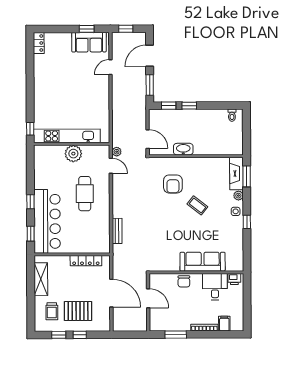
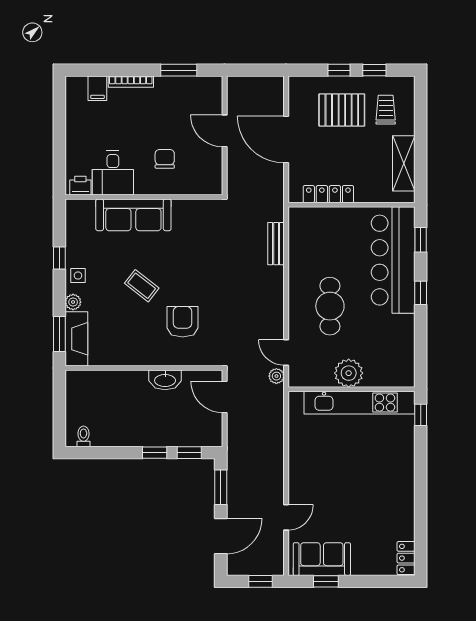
sofa: (203, 262) -> (133, 215), moved
wall: (196, 272) -> (144, 197), moved
printer: (234, 279) -> (80, 186), moved
desk: (215, 287) -> (113, 173), moved

